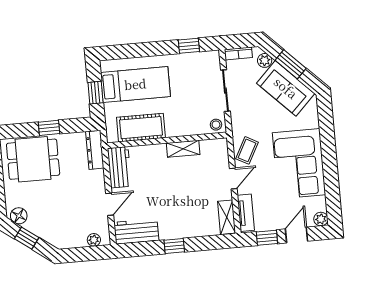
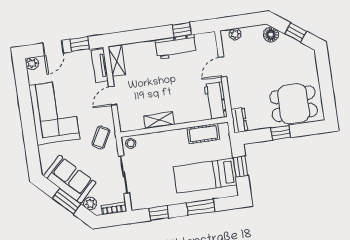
window: (142, 50) -> (201, 207), added
cot: (141, 128) -> (203, 134), width x0.73, depth x0.75
dresser: (95, 150) -> (239, 120), width x0.70
coffee table: (247, 150) -> (101, 137), moved
floor lamp: (19, 216) -> (271, 35), moved
workbench: (136, 231) -> (176, 47), moved
window: (174, 246) -> (182, 30), moved

